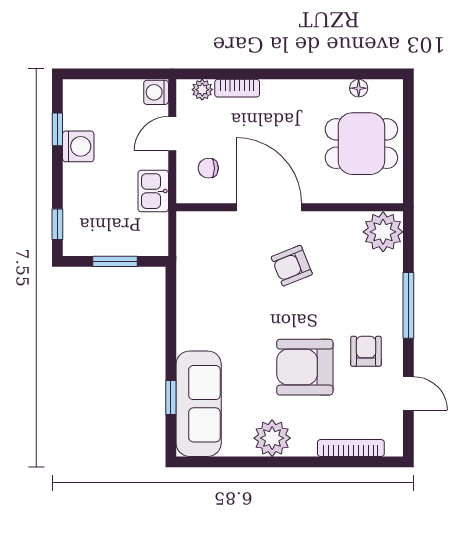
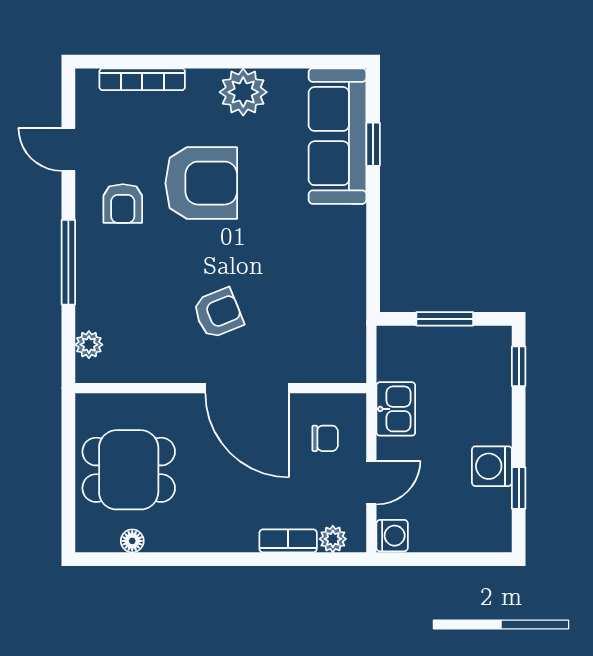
plant: (383, 232) -> (89, 345), width x0.53, depth x0.53

